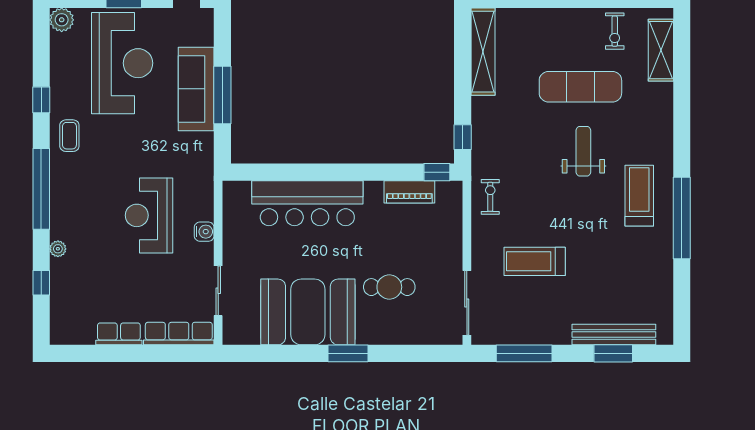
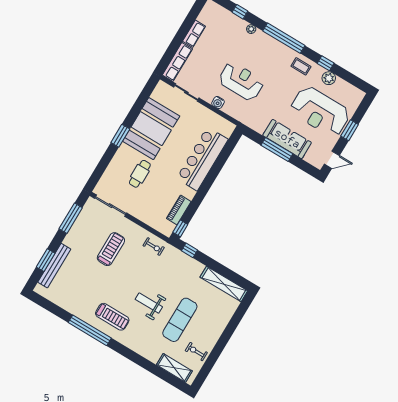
plant: (62, 20) -> (329, 78), moved
weight bench: (583, 151) -> (149, 303), turned 180

